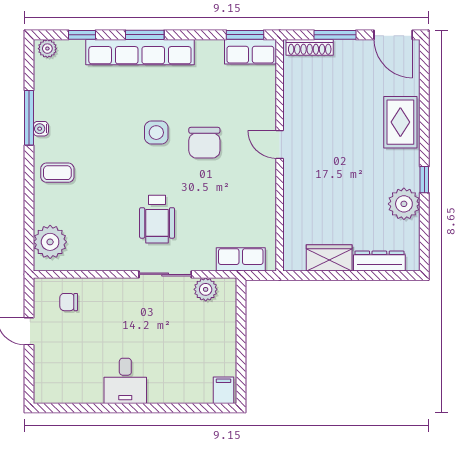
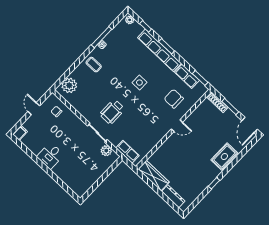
row of seats: (250, 52) -> (187, 76), moved
chair: (204, 143) -> (174, 99), moved, turned 90
door: (280, 144) -> (177, 126), swing flipped
plant: (404, 204) -> (200, 185), removed
wardrobe: (329, 258) -> (154, 176), width x1.50
filing cabinet: (223, 390) -> (20, 133), moved

